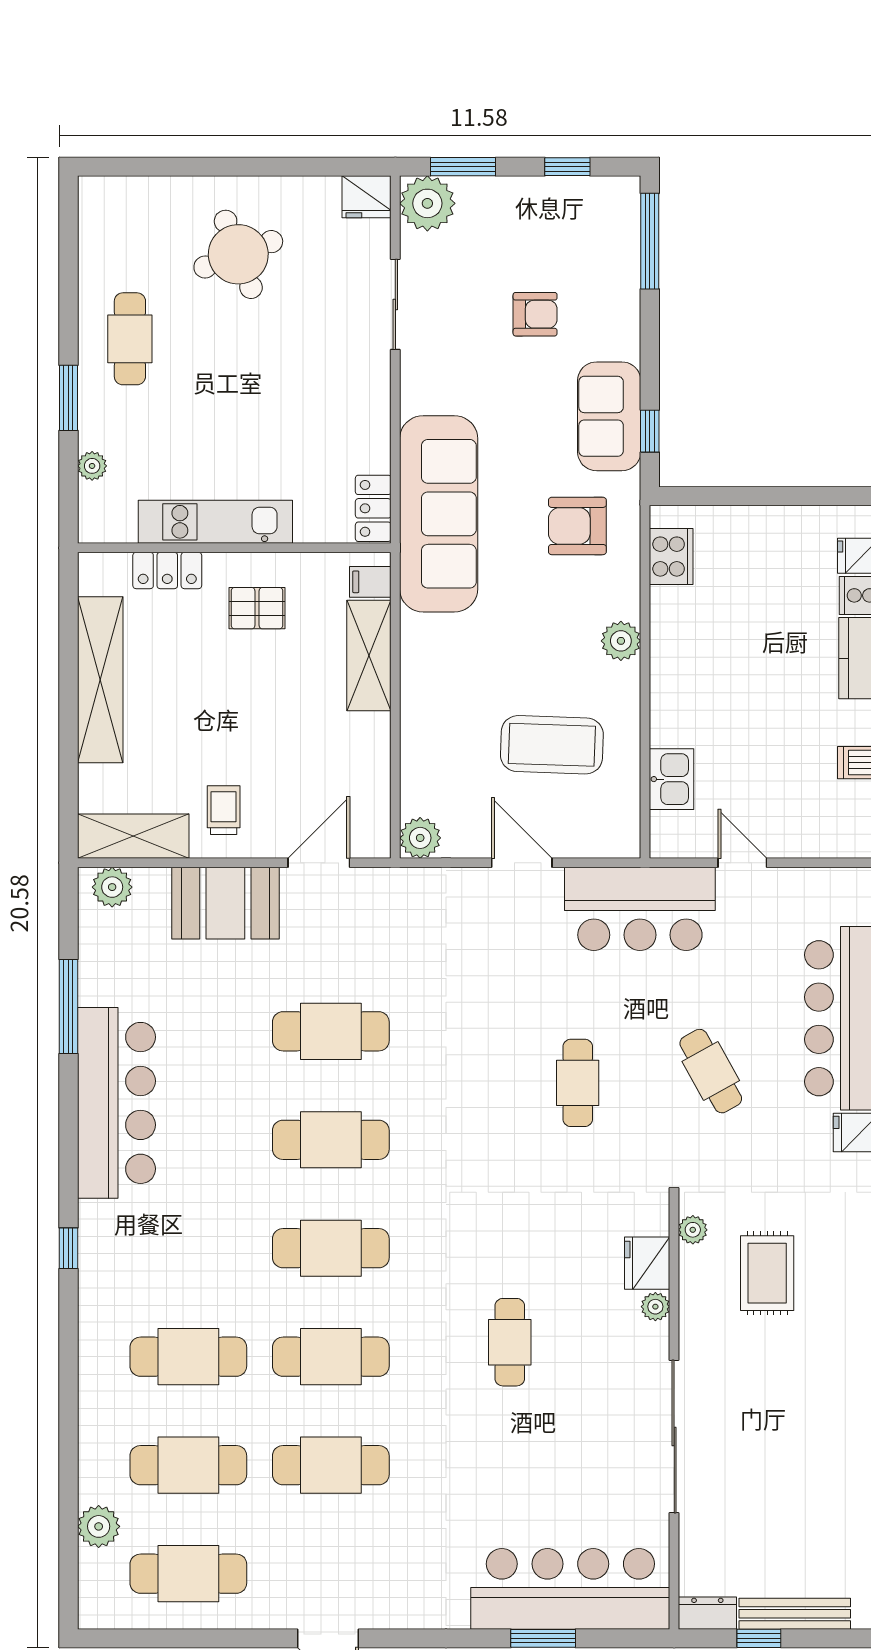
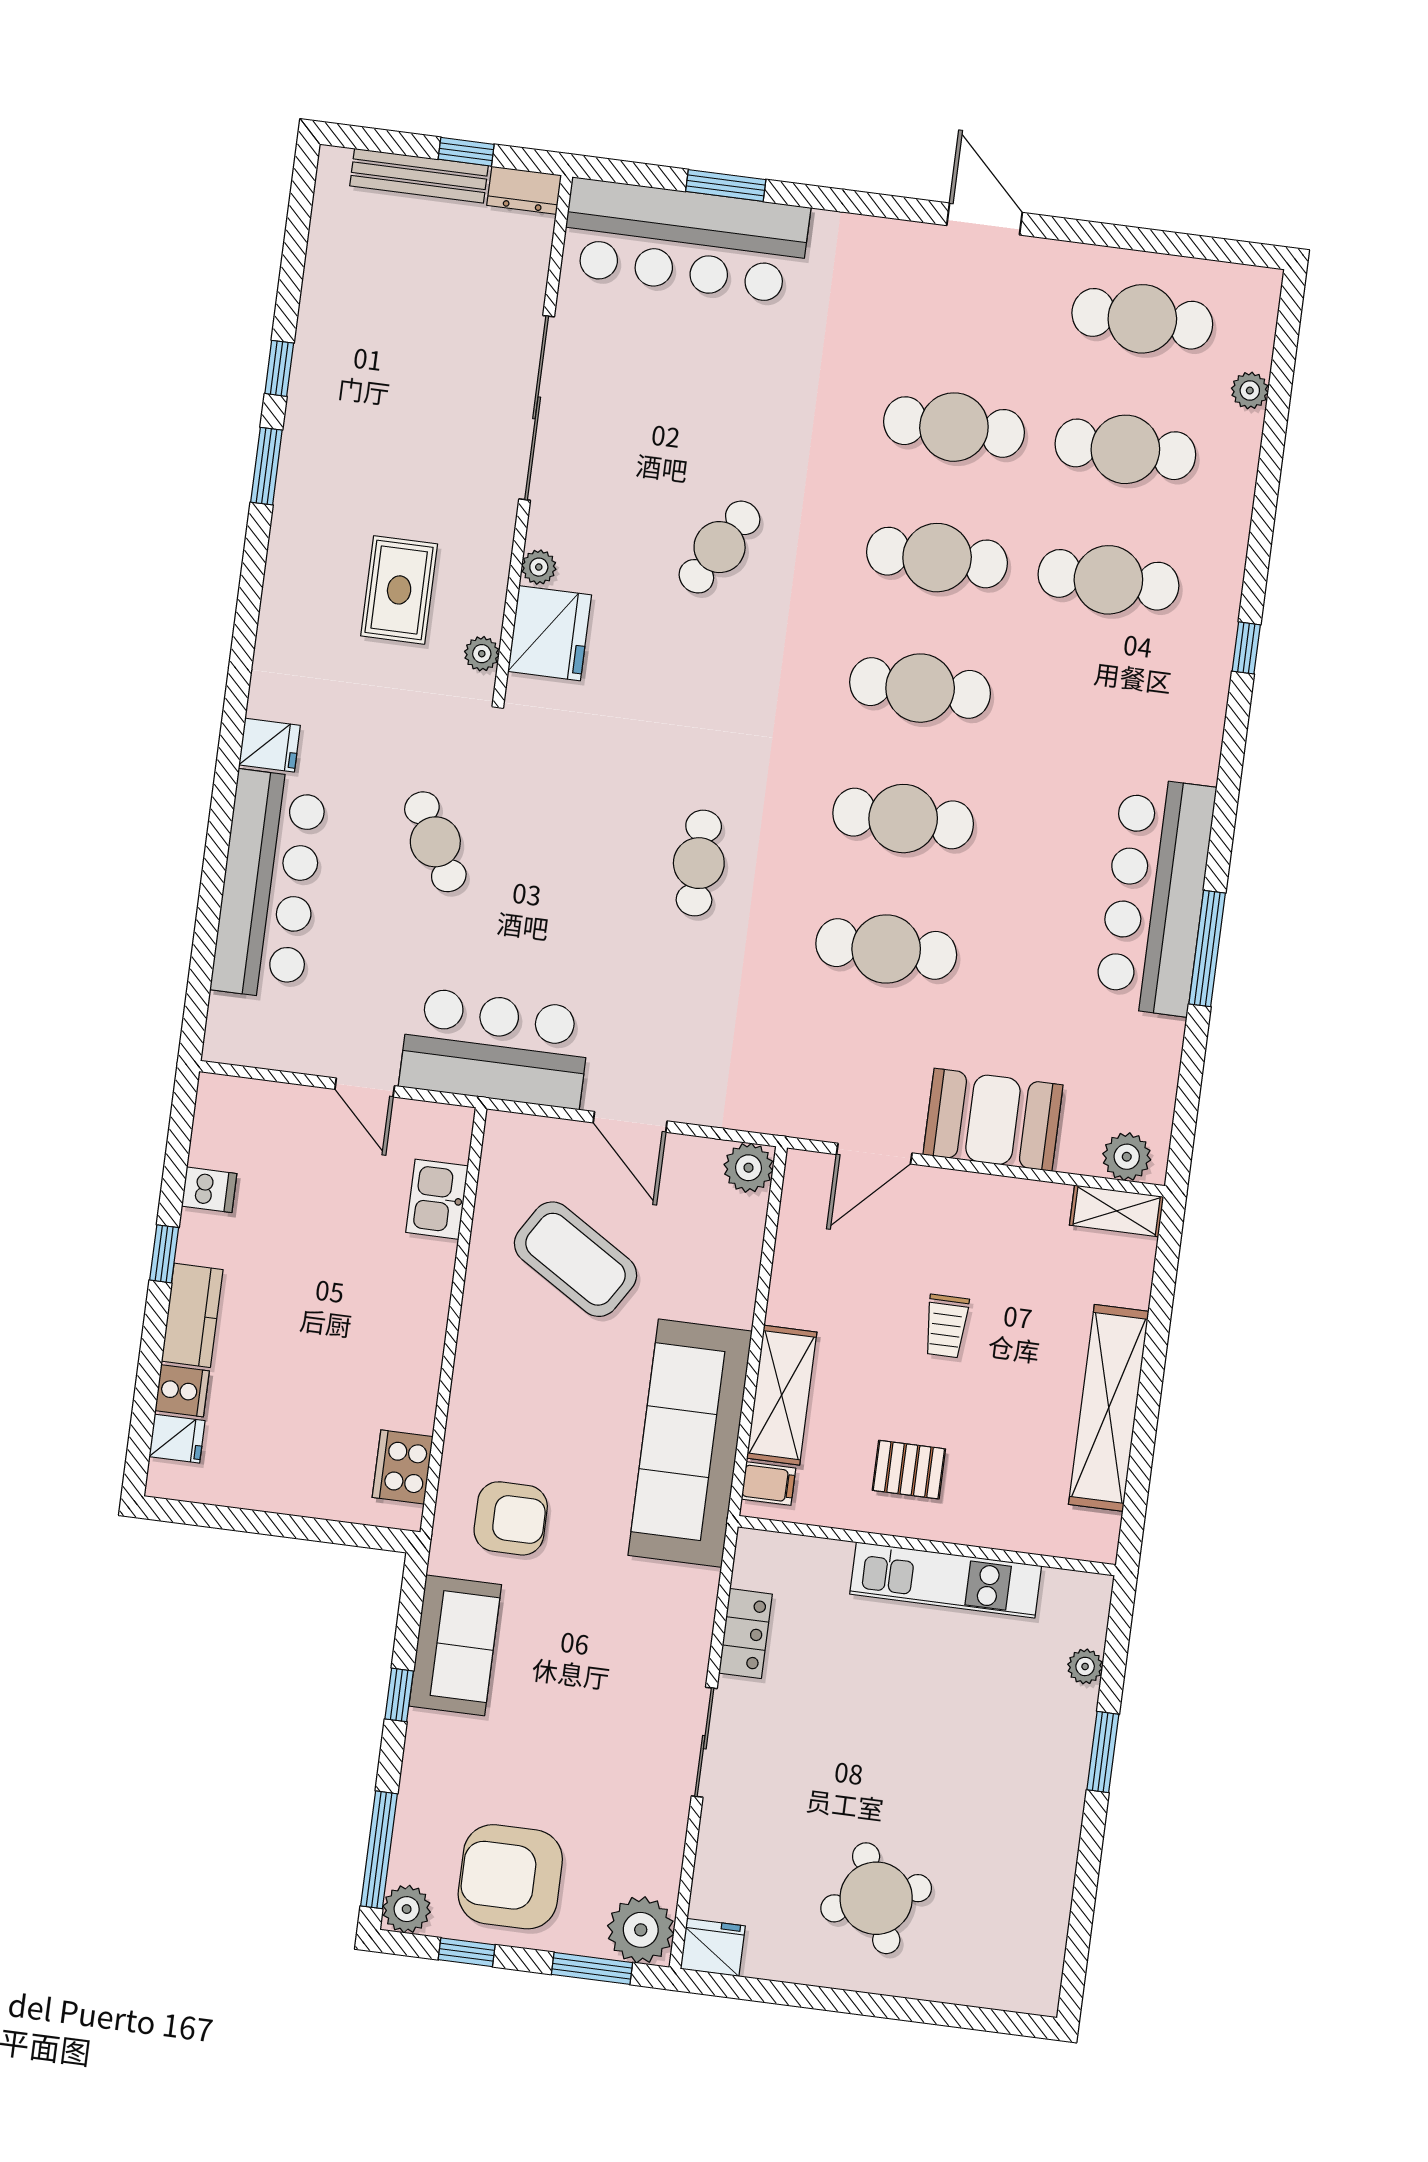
sliding door: (395, 304) -> (704, 1742), moved
armchair: (535, 314) -> (510, 1877), moved, width x1.88, depth x1.88
cafe table: (130, 339) -> (1020, 1813), removed
window: (650, 431) -> (399, 1695), moved
locker: (373, 508) -> (745, 1634), moved
sofa: (439, 514) -> (690, 1443), moved
locker: (167, 570) -> (1011, 1529), removed
plant: (621, 641) -> (407, 1909), moved
coffee table: (552, 745) -> (576, 1259), turned 30
trolley: (224, 810) -> (946, 1326), moved
shelving: (133, 836) -> (1117, 1211), width x0.67, depth x0.75
window: (68, 1007) -> (1207, 948), moved
cafe table: (578, 1083) -> (699, 863), moved
window: (68, 1248) -> (1246, 648), moved
fridge: (647, 1263) -> (550, 633), width x1.36, depth x1.34
cafe table: (510, 1342) -> (720, 547), turned 31
plant: (99, 1526) -> (1250, 390), width x0.73, depth x0.73

